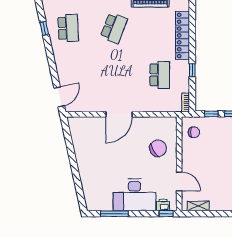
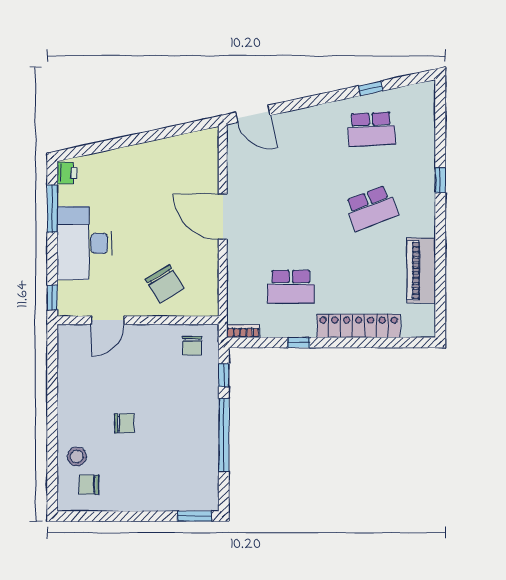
school desk: (114, 28) -> (371, 208), turned -42
printer: (163, 205) -> (67, 173), moved
shelving: (198, 206) -> (65, 353), removed

